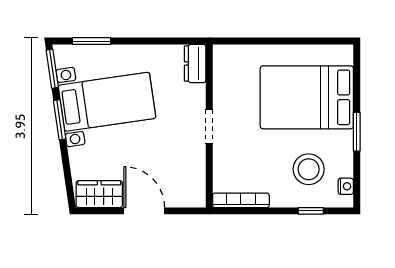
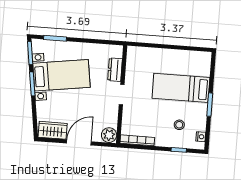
dresser: (195, 64) -> (115, 70), moved
bed: (307, 97) -> (181, 88), width x0.67
stool: (309, 169) -> (179, 125), width x0.53, depth x0.53
plant: (193, 195) -> (109, 135), added
door: (144, 211) -> (79, 142), hinge flipped

